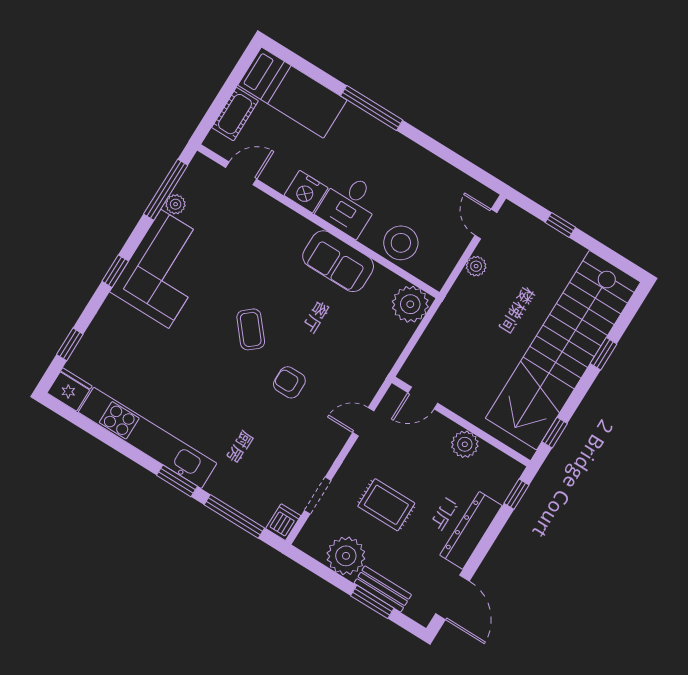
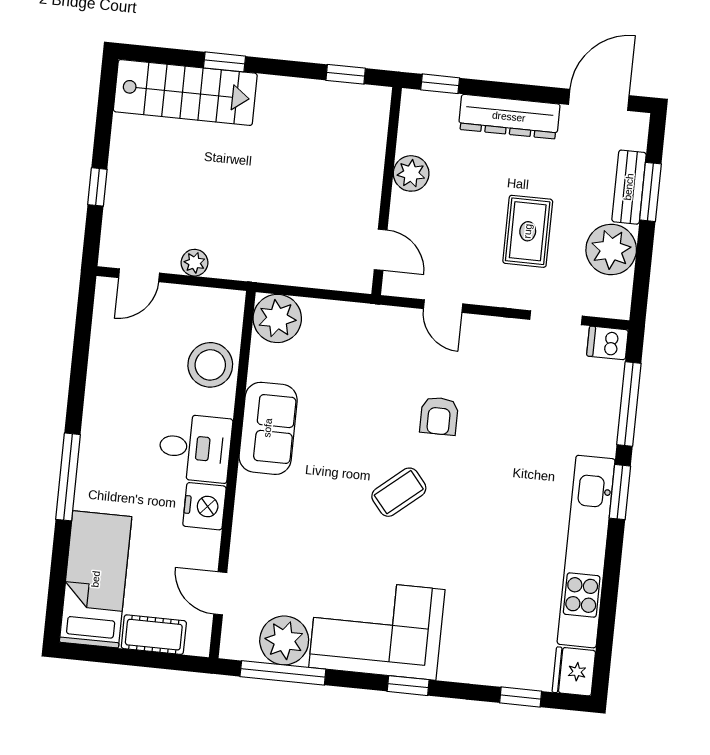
plant: (176, 204) -> (284, 640), width x1.88, depth x1.88
stairs: (563, 350) -> (185, 92), width x0.54, depth x0.66

